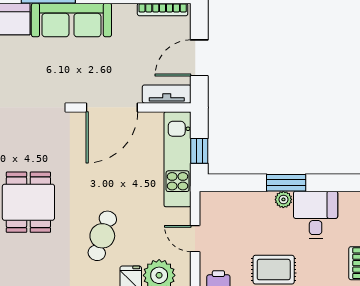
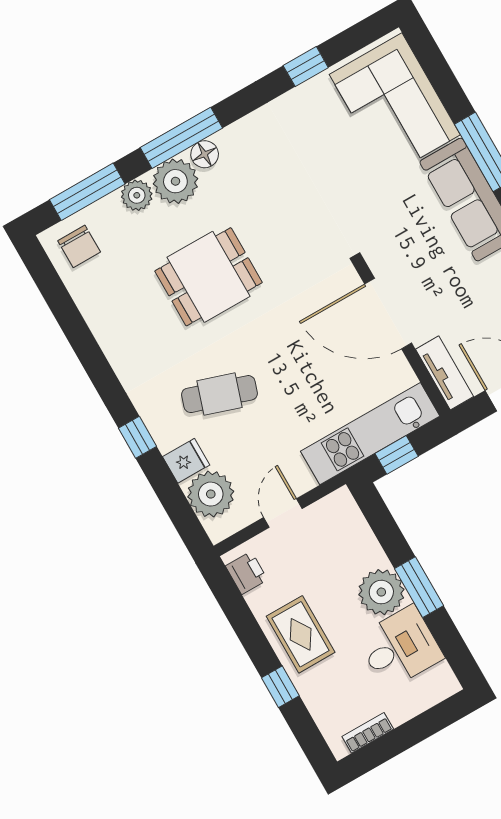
plant: (283, 199) -> (381, 592), width x1.87, depth x1.87

